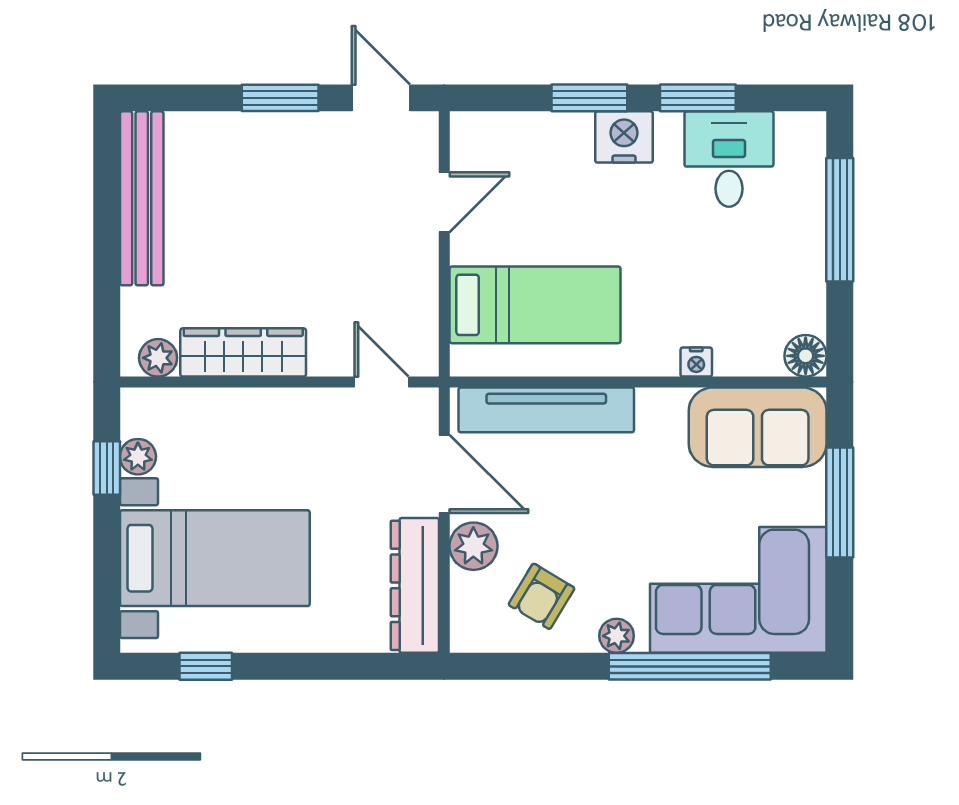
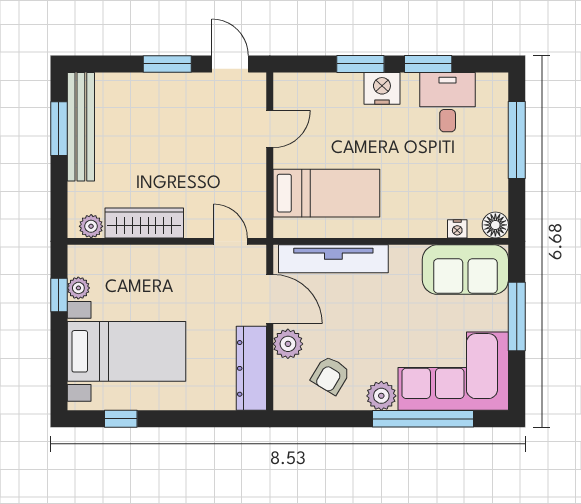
window: (107, 201) -> (59, 129), added
nightstand: (696, 362) -> (457, 229), moved
plant: (617, 636) -> (381, 396), width x1.38, depth x1.38

